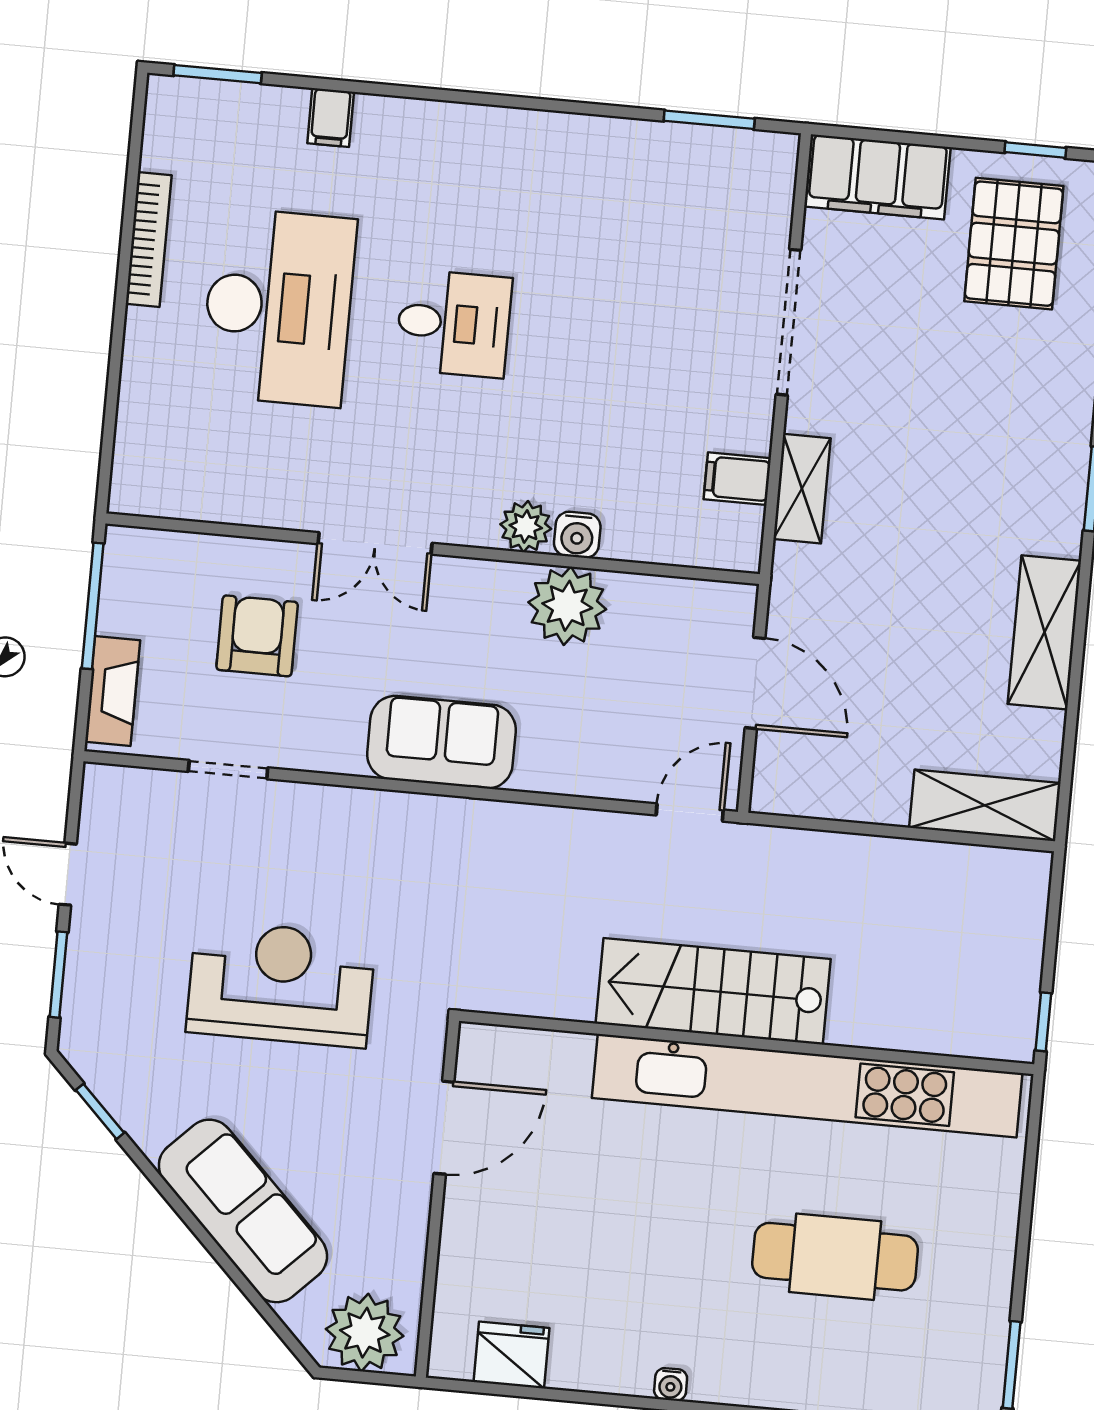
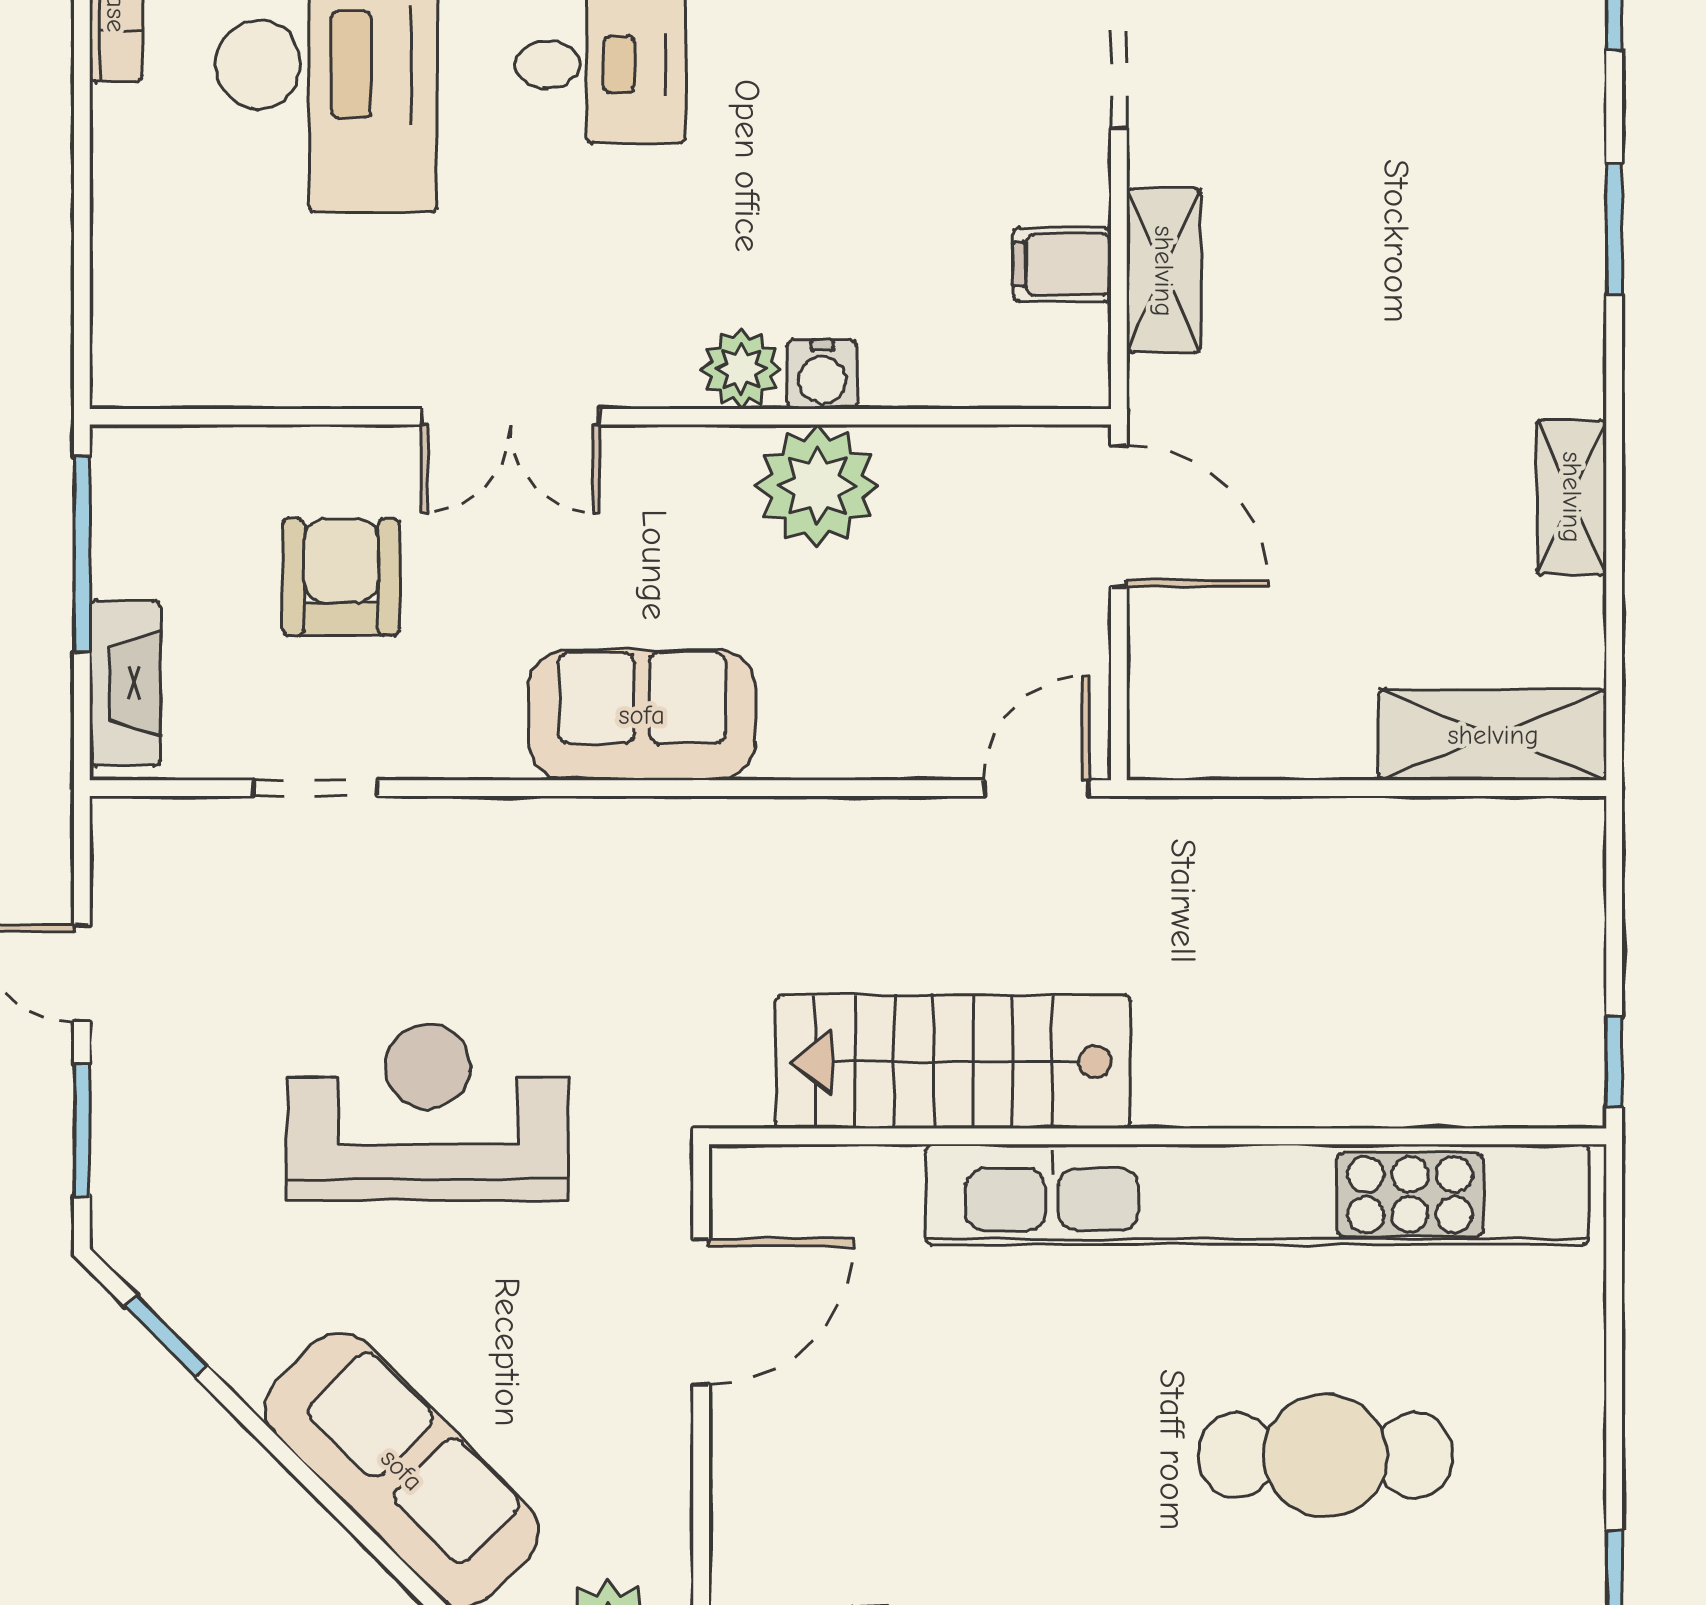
shelving: (1044, 632) -> (1572, 497), width x0.67, depth x0.75
door: (755, 683) -> (1119, 516), moved
stairs: (713, 991) -> (953, 1062), moved

